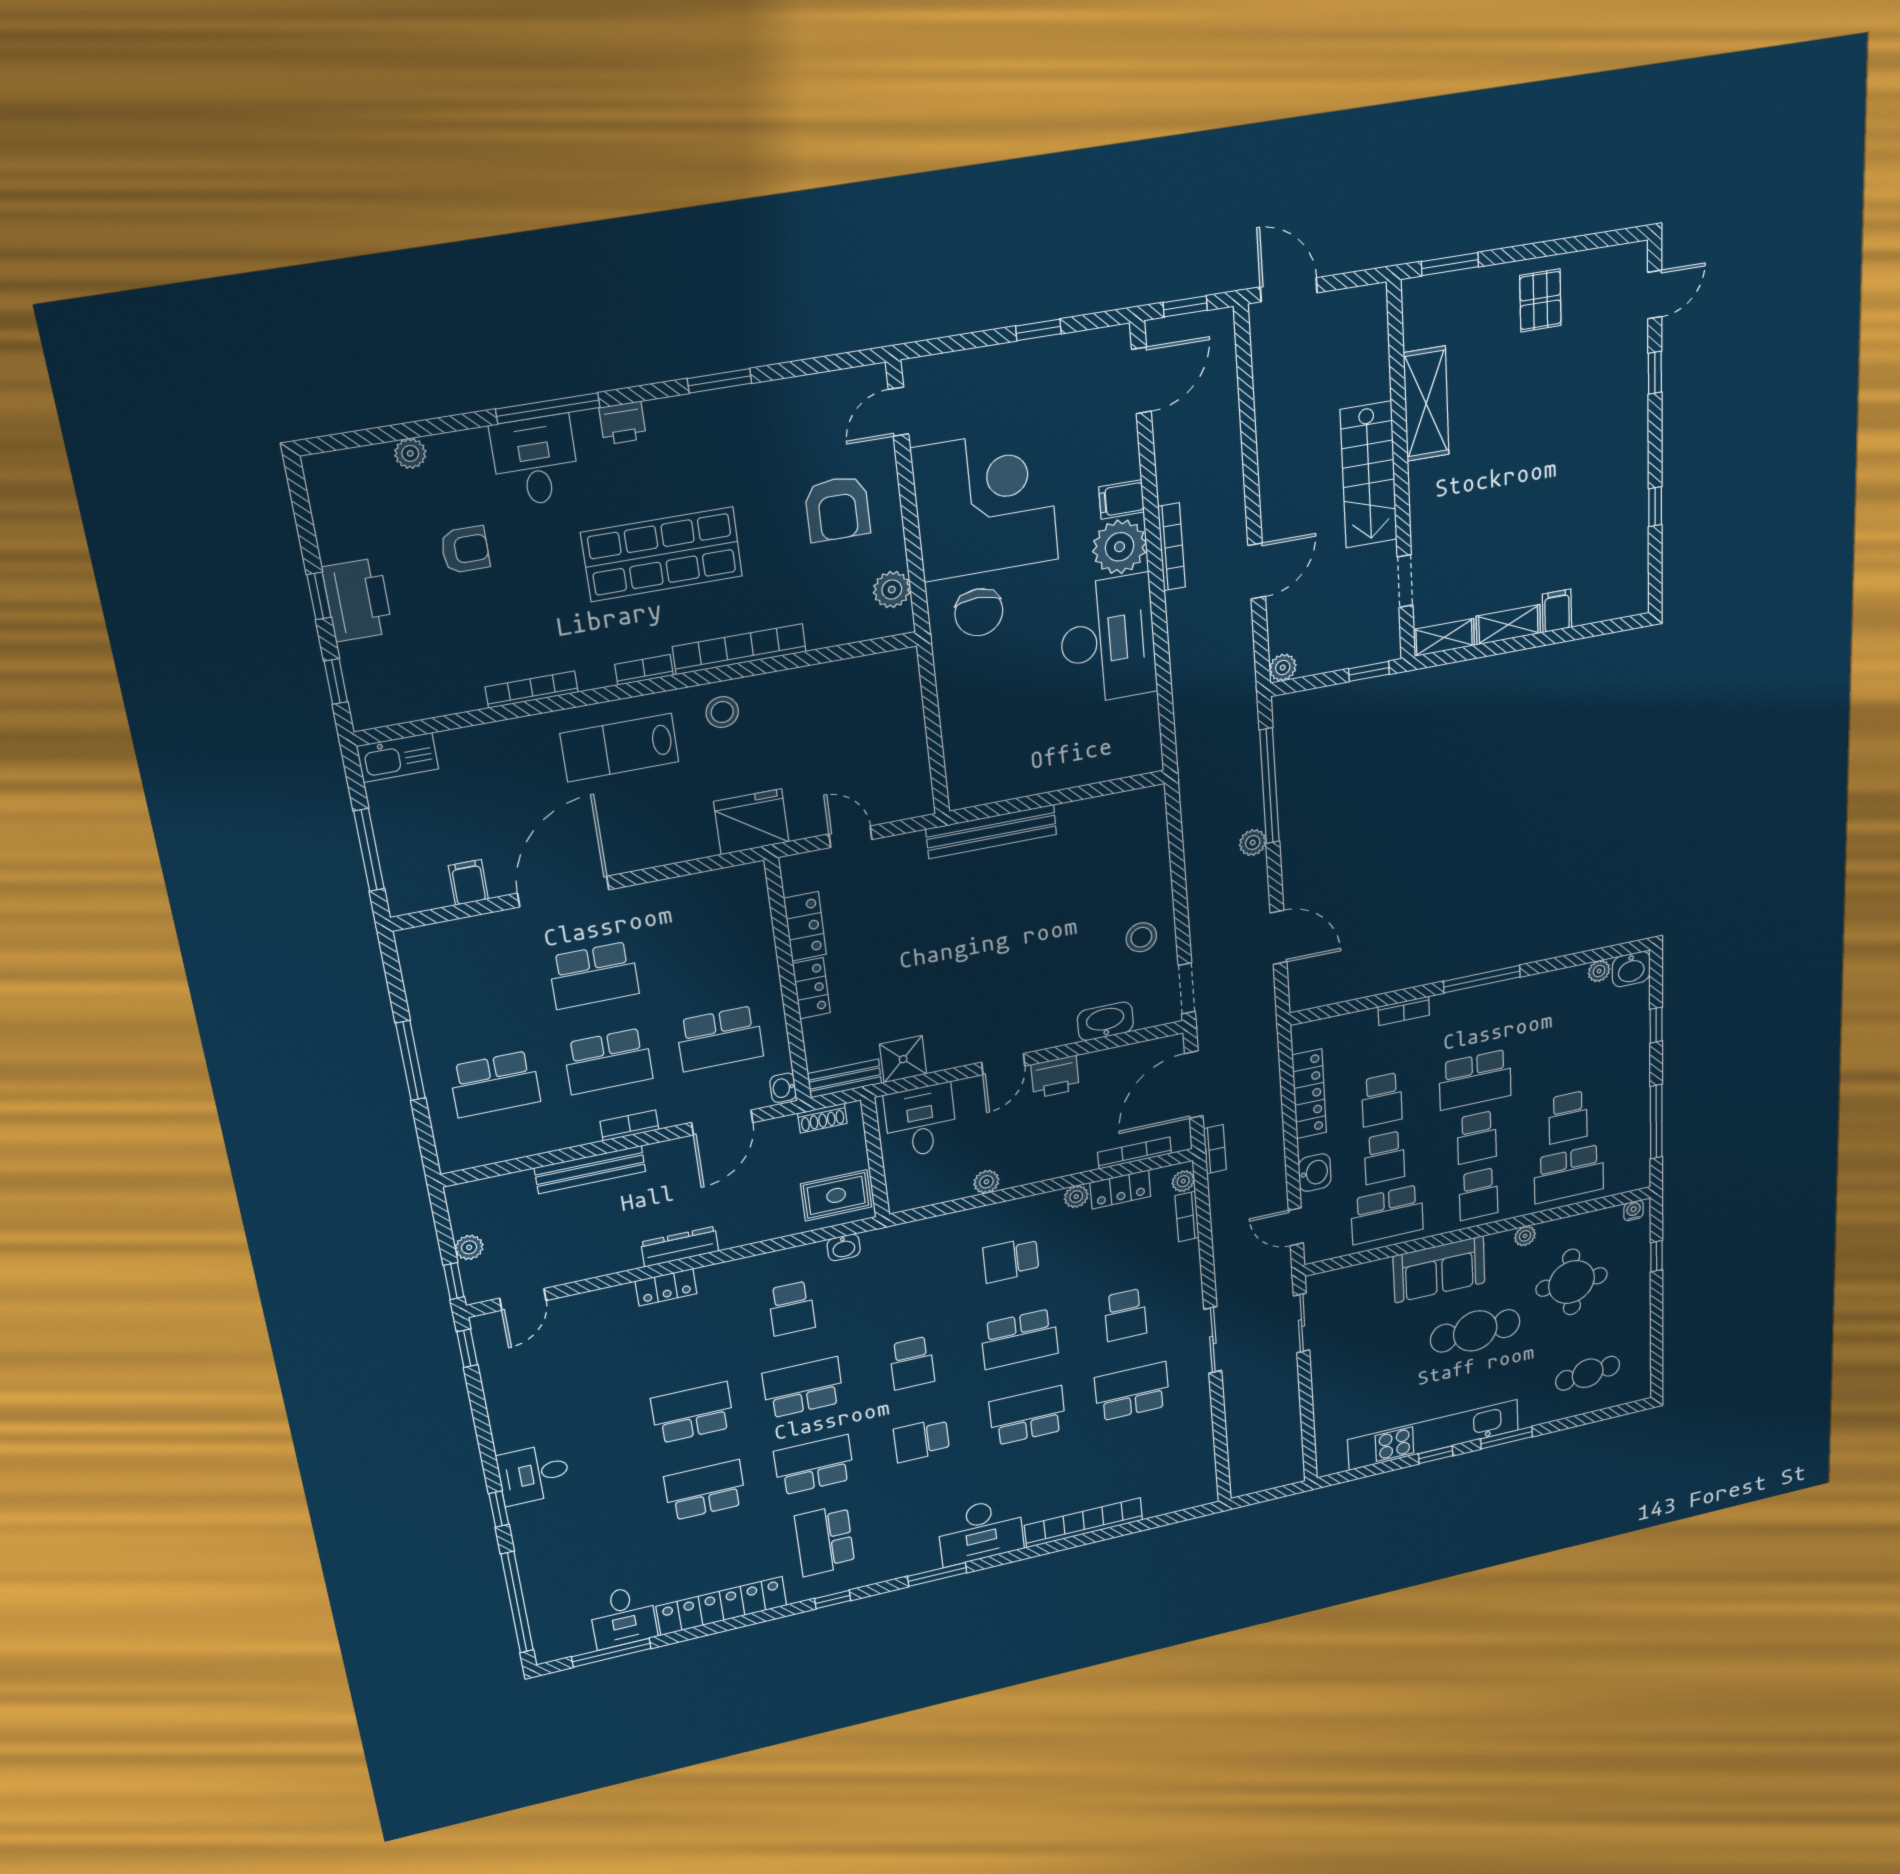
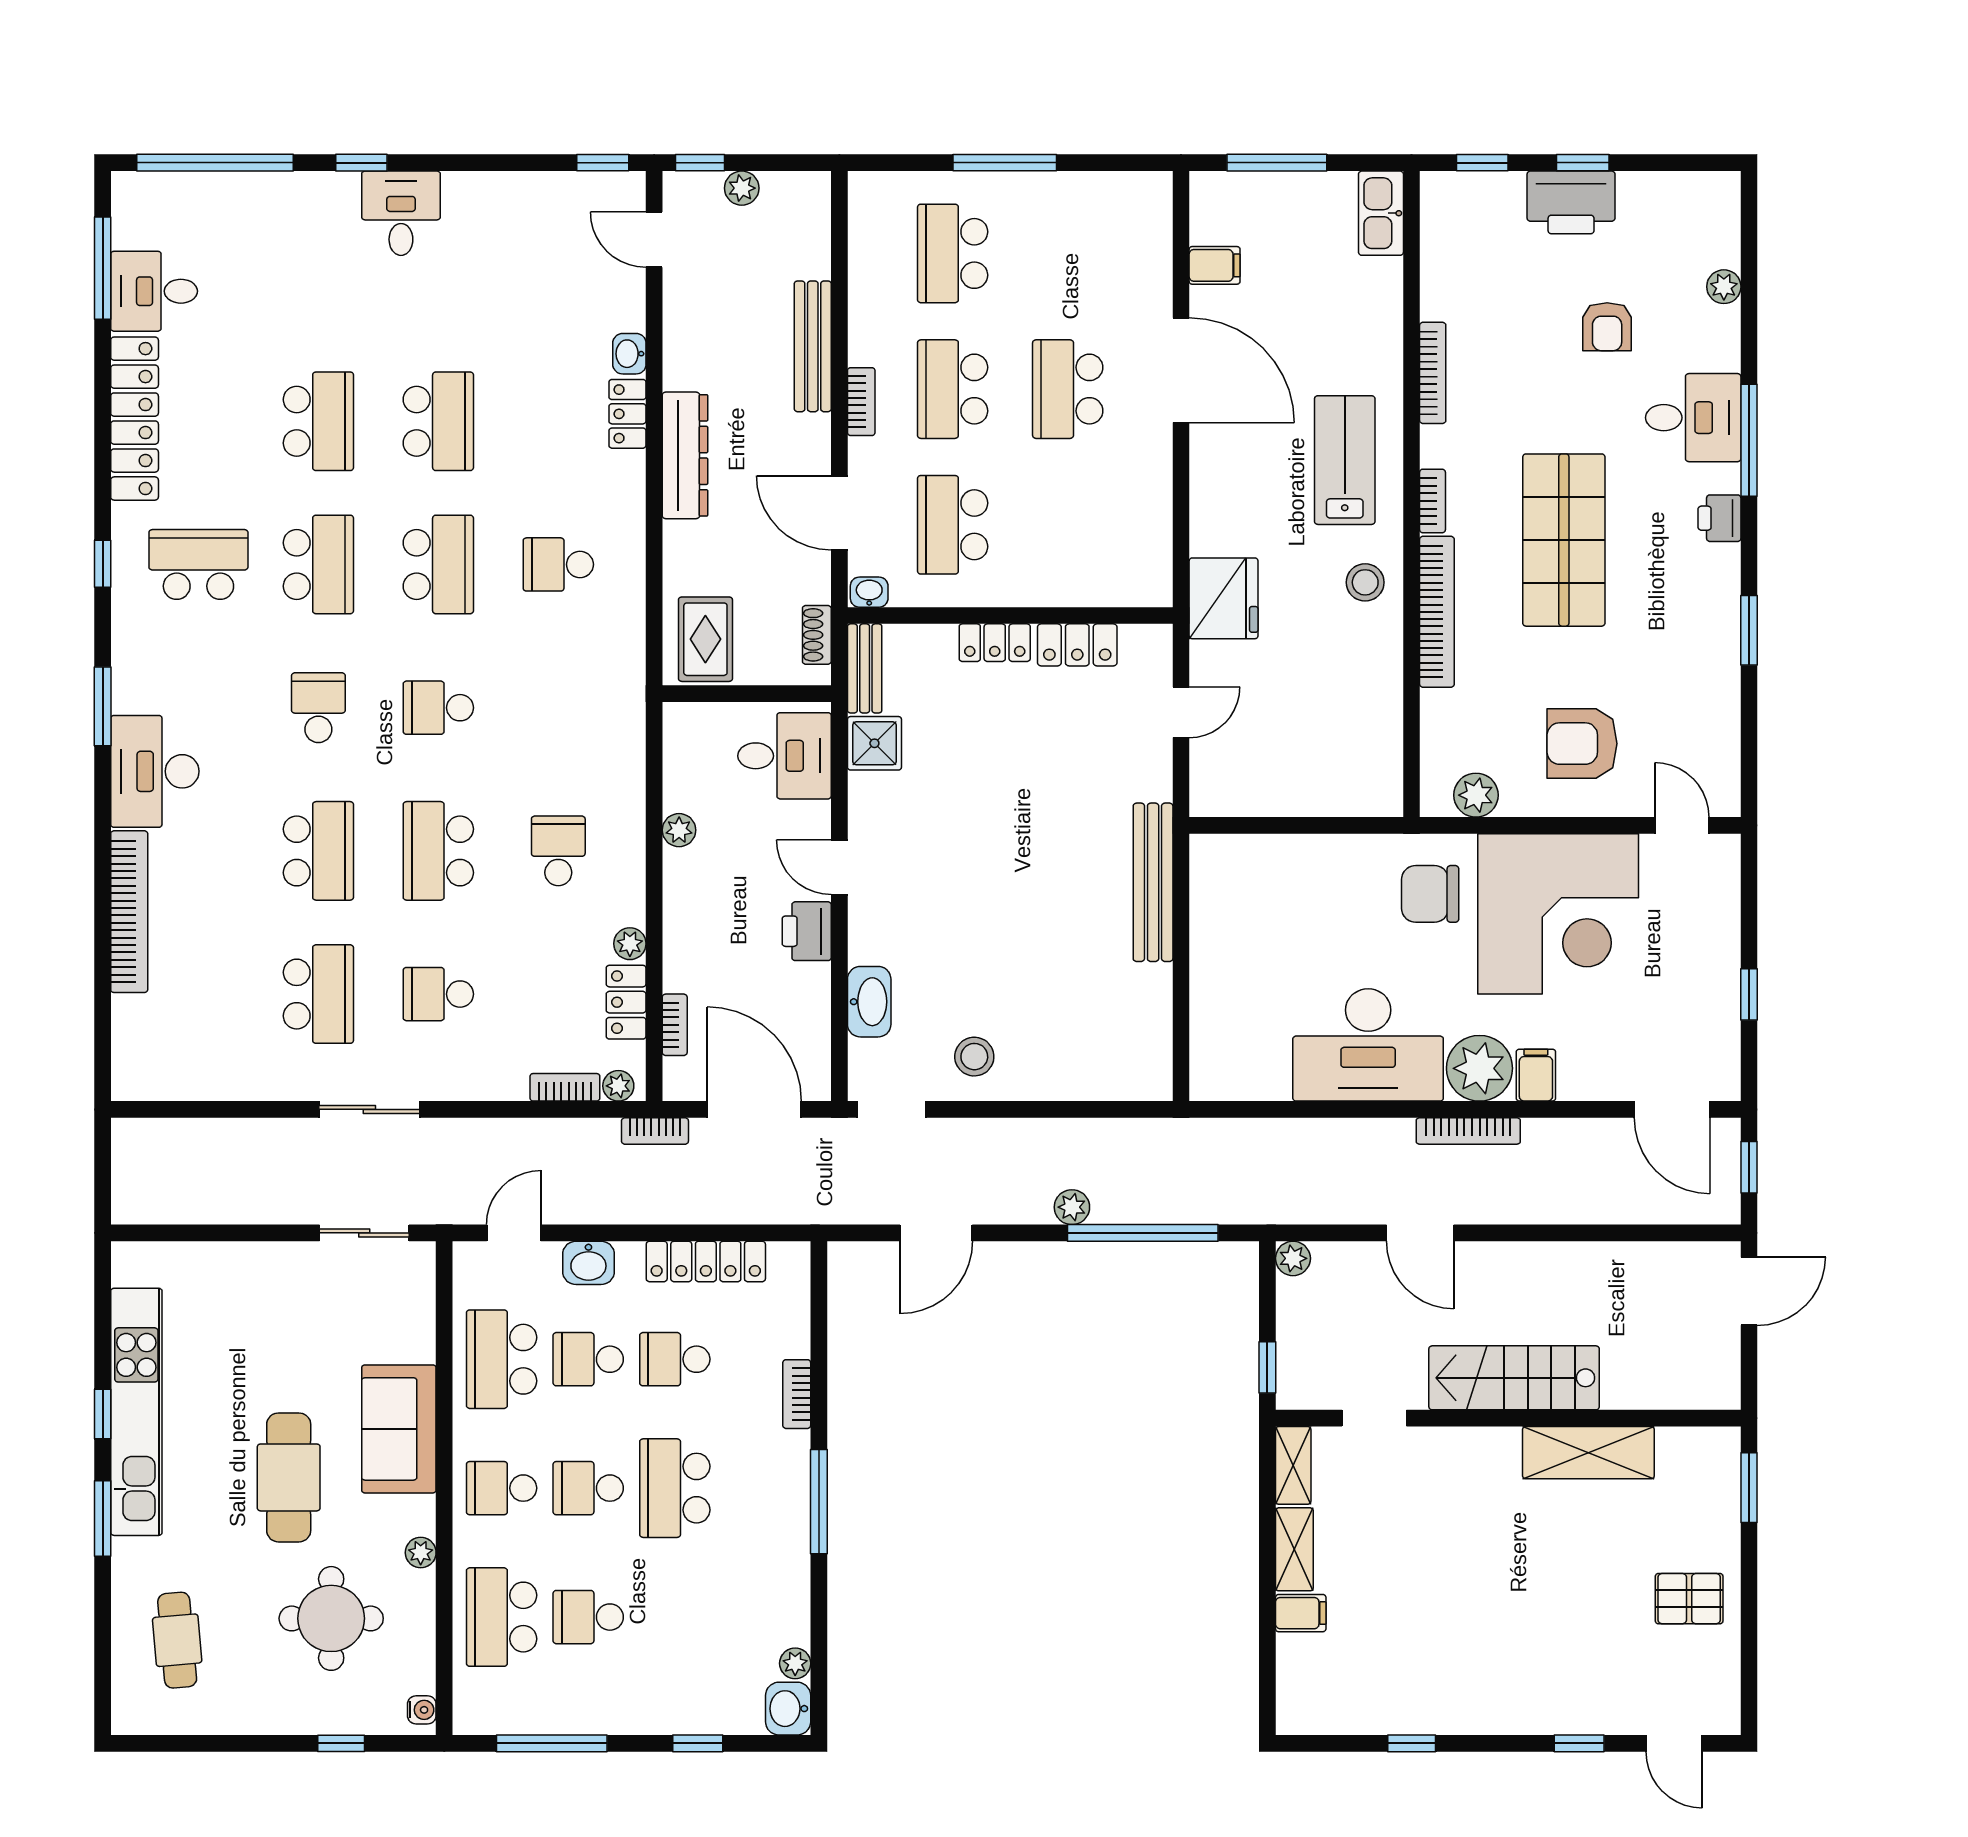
bookcase: (1135, 1153) -> (675, 1025), width x0.64
dresser: (680, 1247) -> (685, 455), width x1.37, depth x1.24
washbasin: (844, 1247) -> (629, 354), moved

